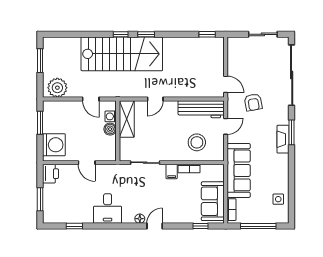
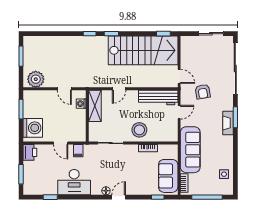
stairs: (122, 54) -> (143, 50), moved
boiler: (110, 129) -> (81, 114), removed
stool: (197, 142) -> (139, 130), moved
filing cabinet: (172, 172) -> (78, 151), moved
desk: (108, 208) -> (74, 182), width x1.37

